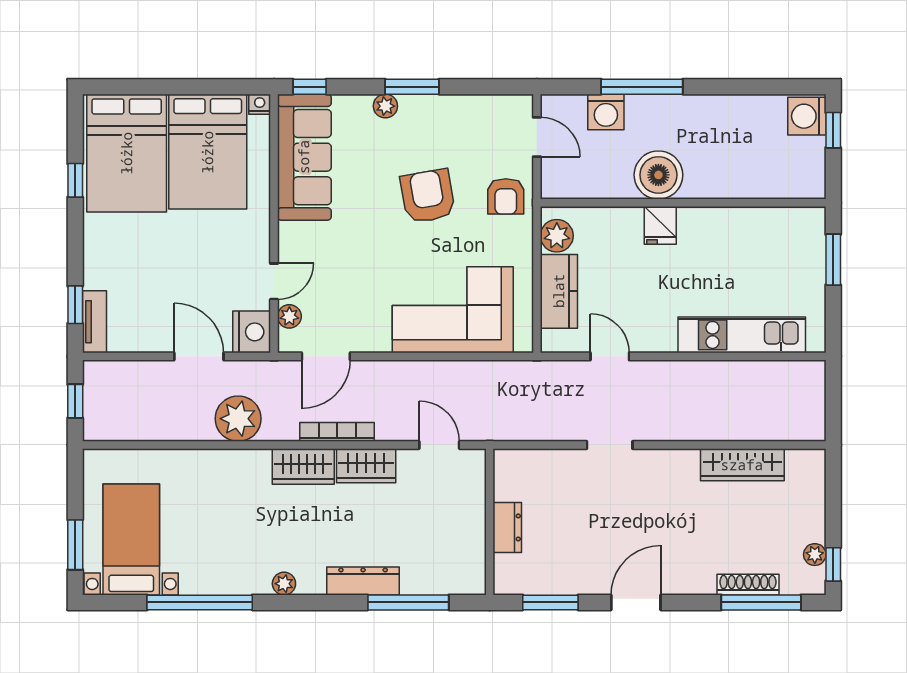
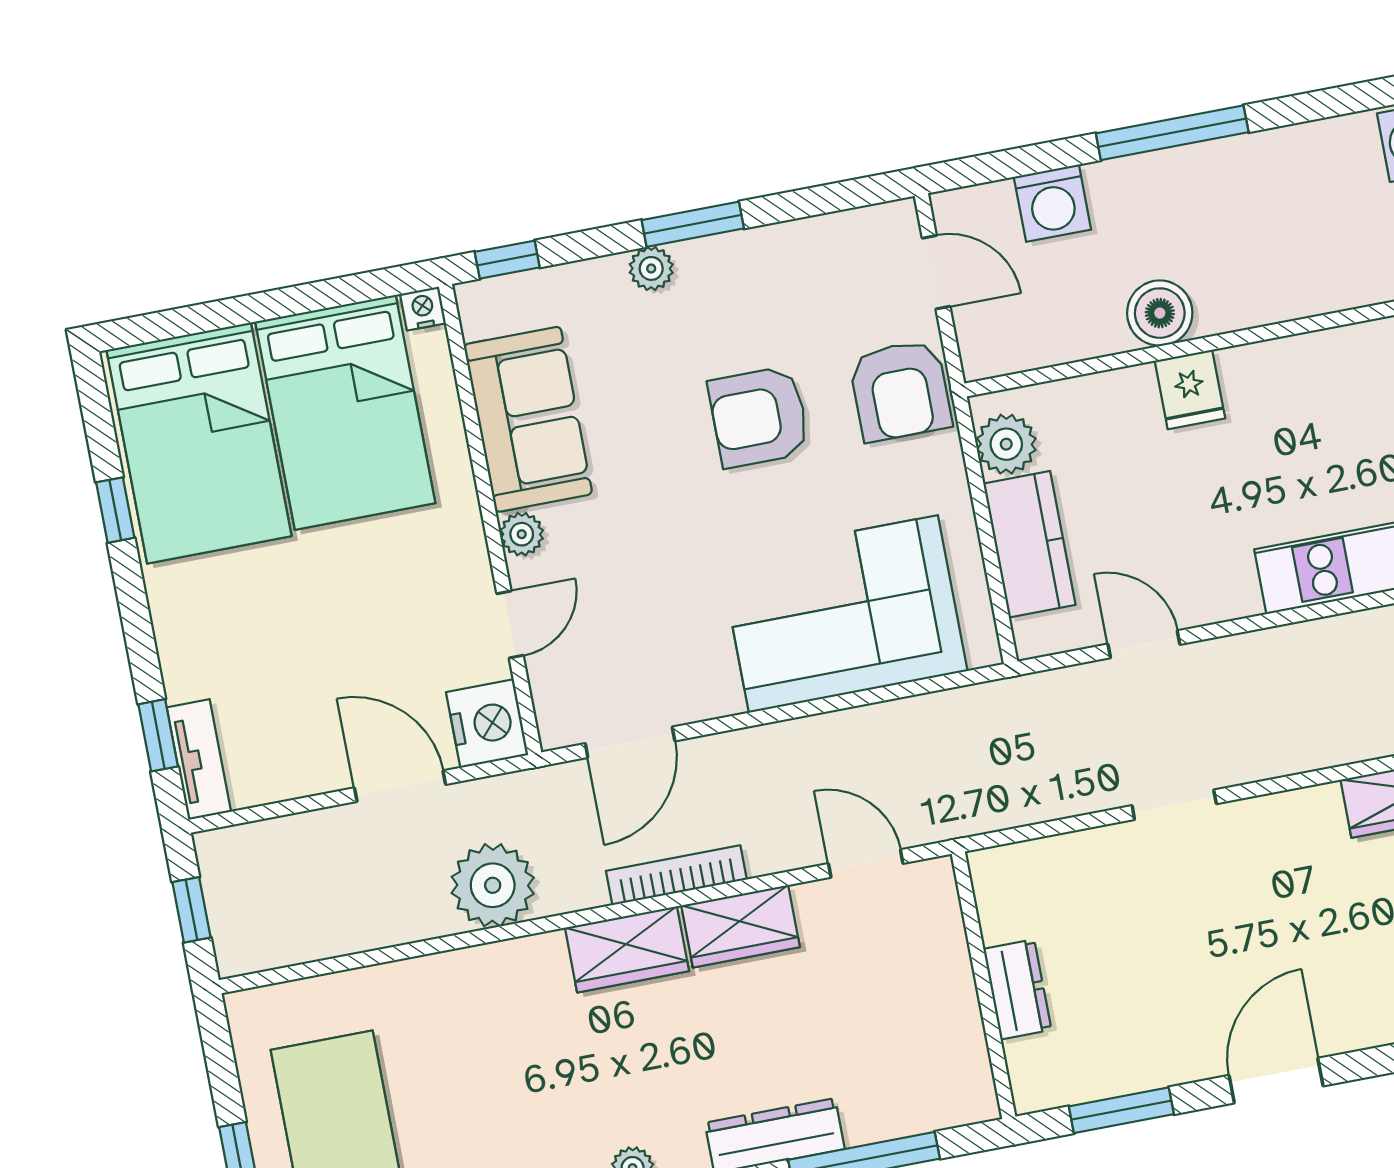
window: (642, 87) -> (1172, 133), moved
sofa: (304, 157) -> (528, 419), width x0.73
boiler: (658, 175) -> (1160, 313), width x0.73, depth x0.73
armchair: (428, 196) -> (759, 417), turned -80
armchair: (506, 196) -> (900, 391), width x1.38, depth x1.38
plant: (289, 316) -> (522, 534), moved

